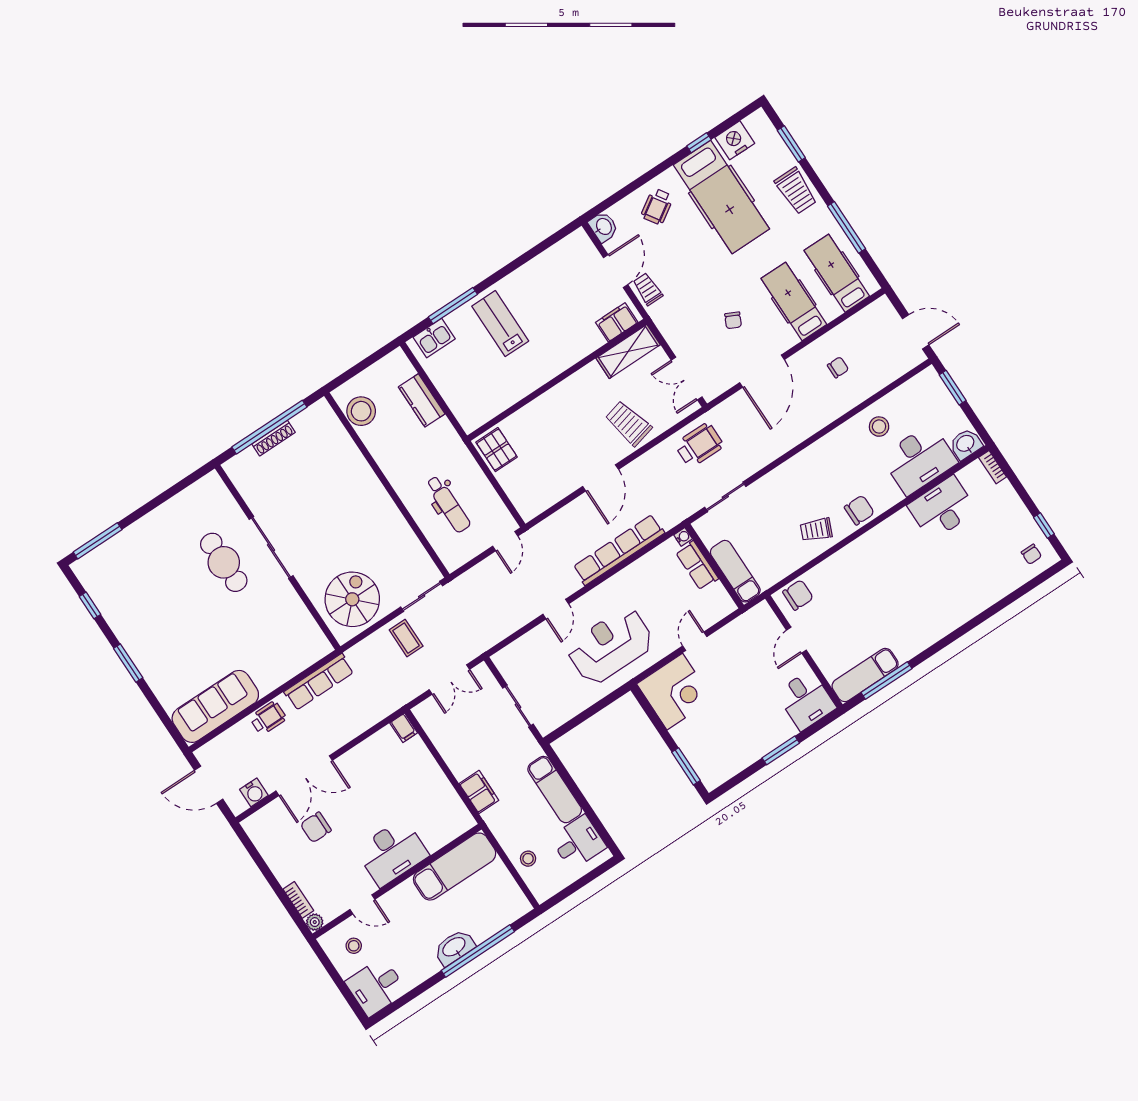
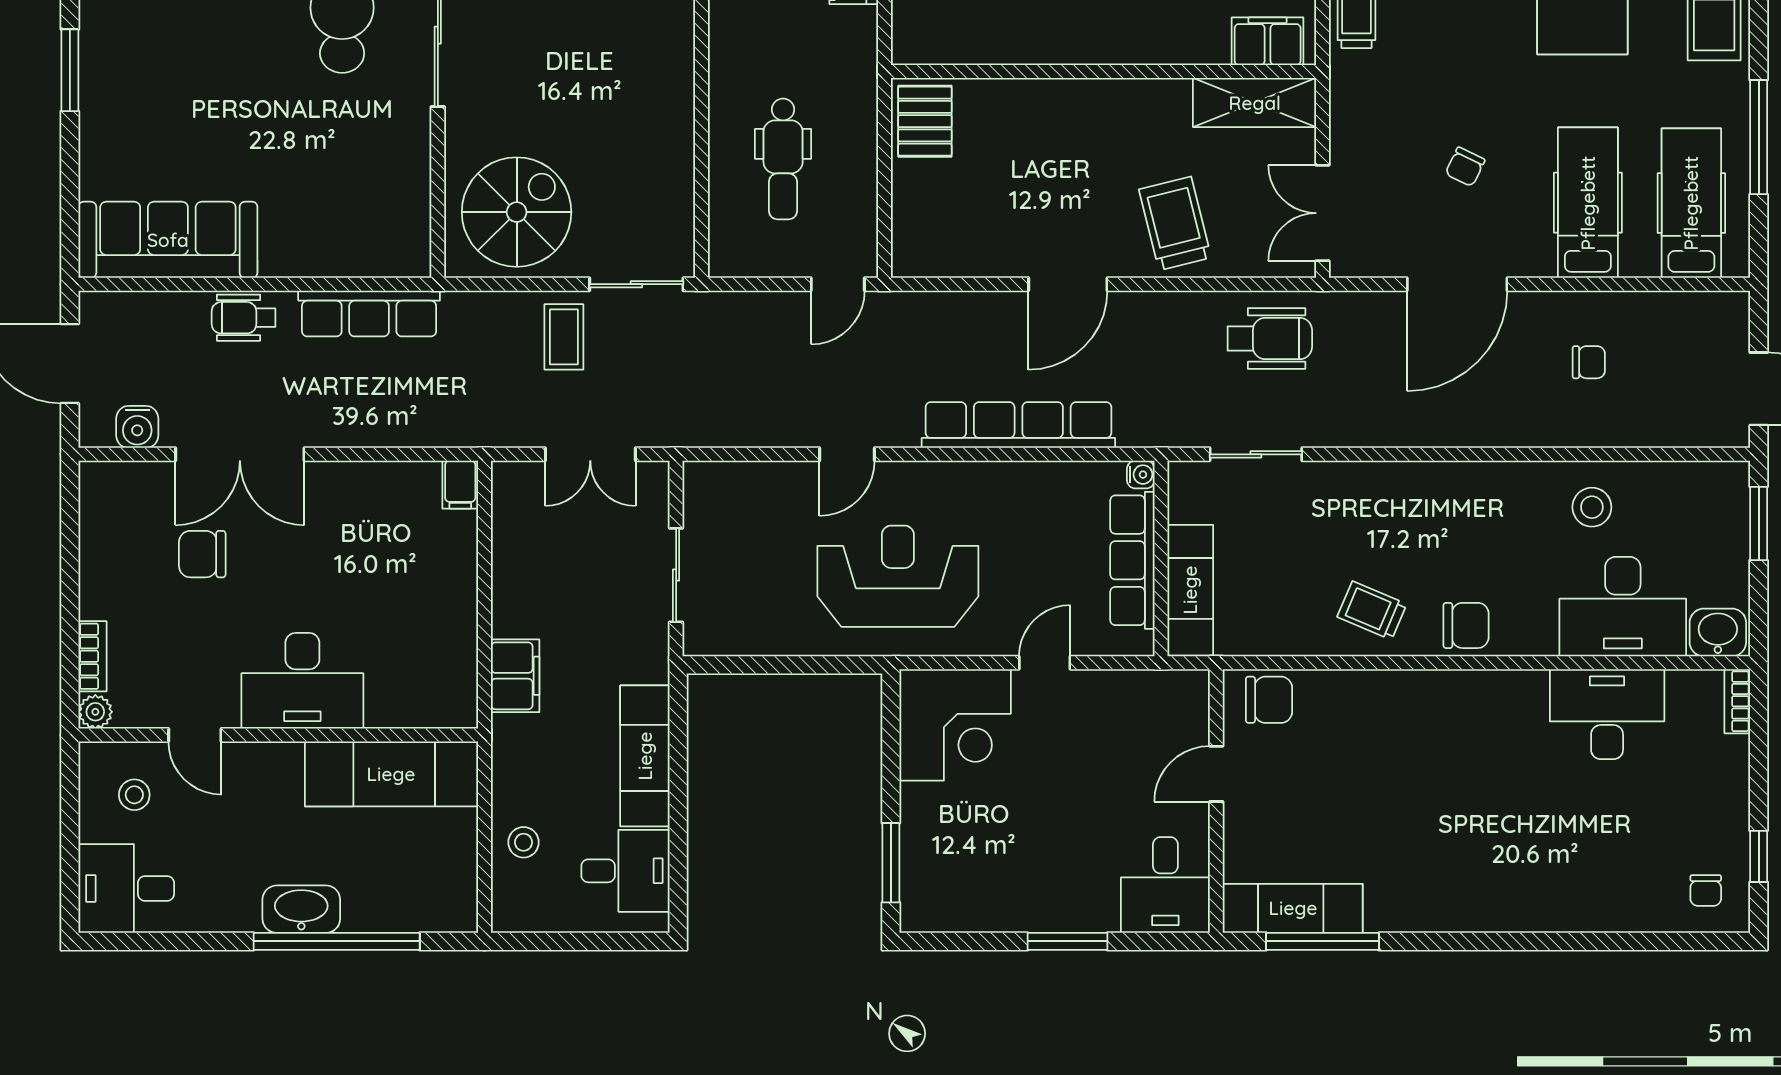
row of seats: (697, 565) -> (1132, 560), width x1.48
wheelchair: (268, 718) -> (244, 318), turned 180

